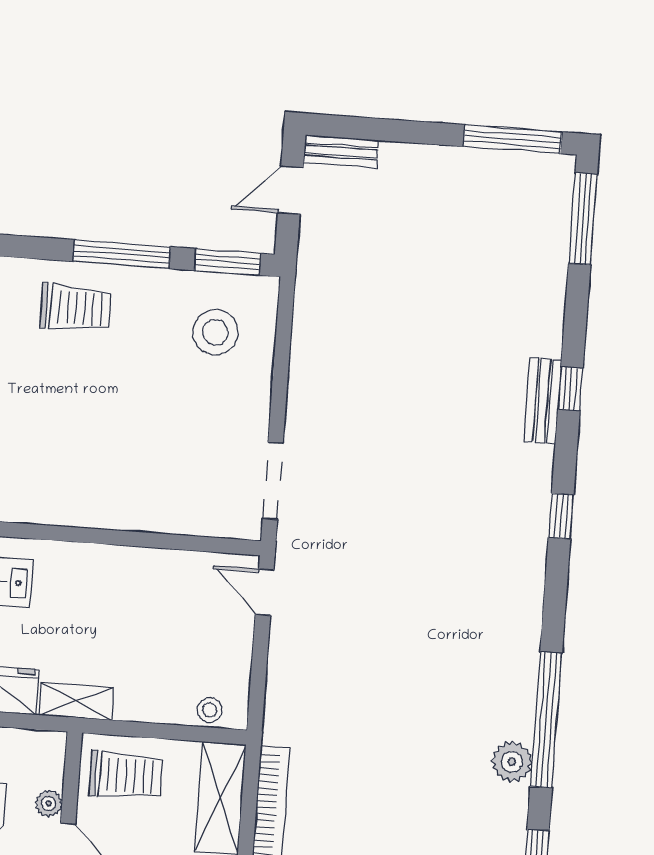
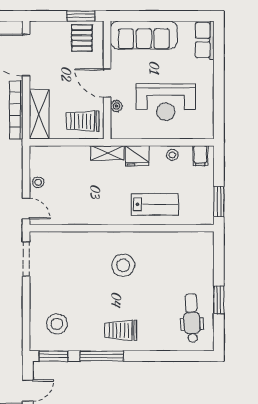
stool: (60, 451) -> (123, 265), added
stool: (210, 710) -> (38, 182), moved

